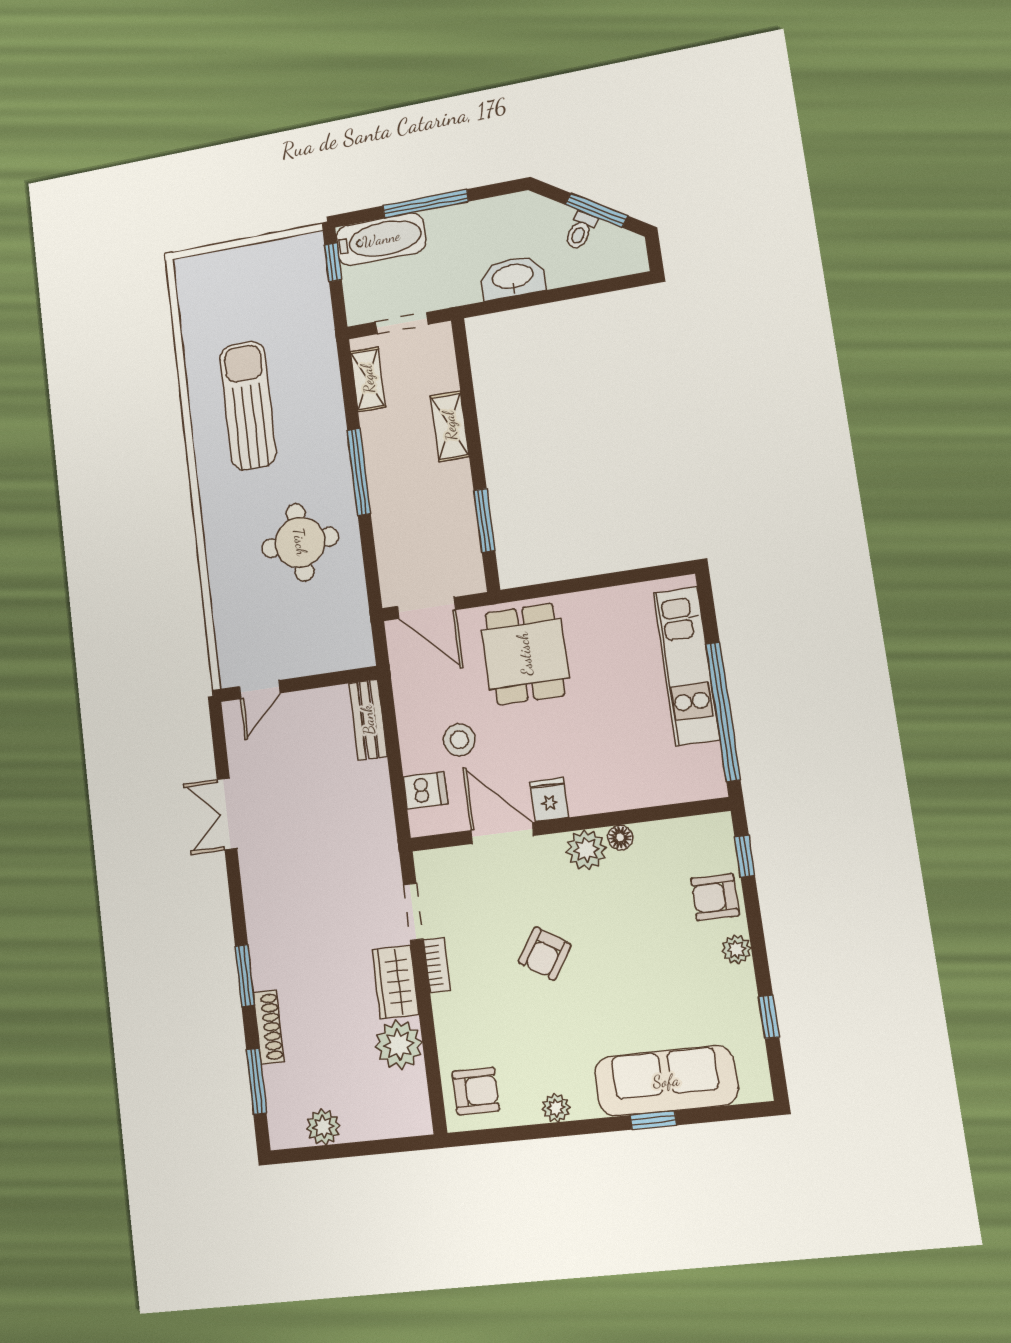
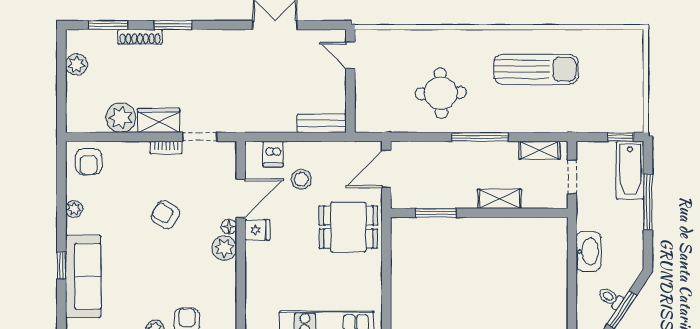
floor lamp: (620, 837) -> (229, 227), moved

